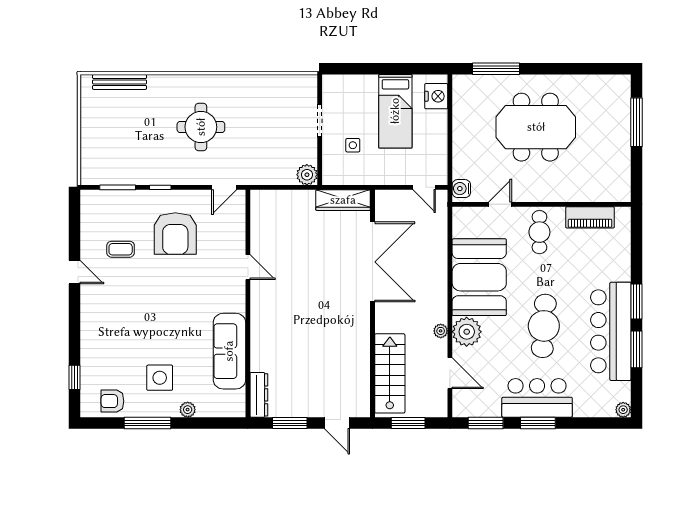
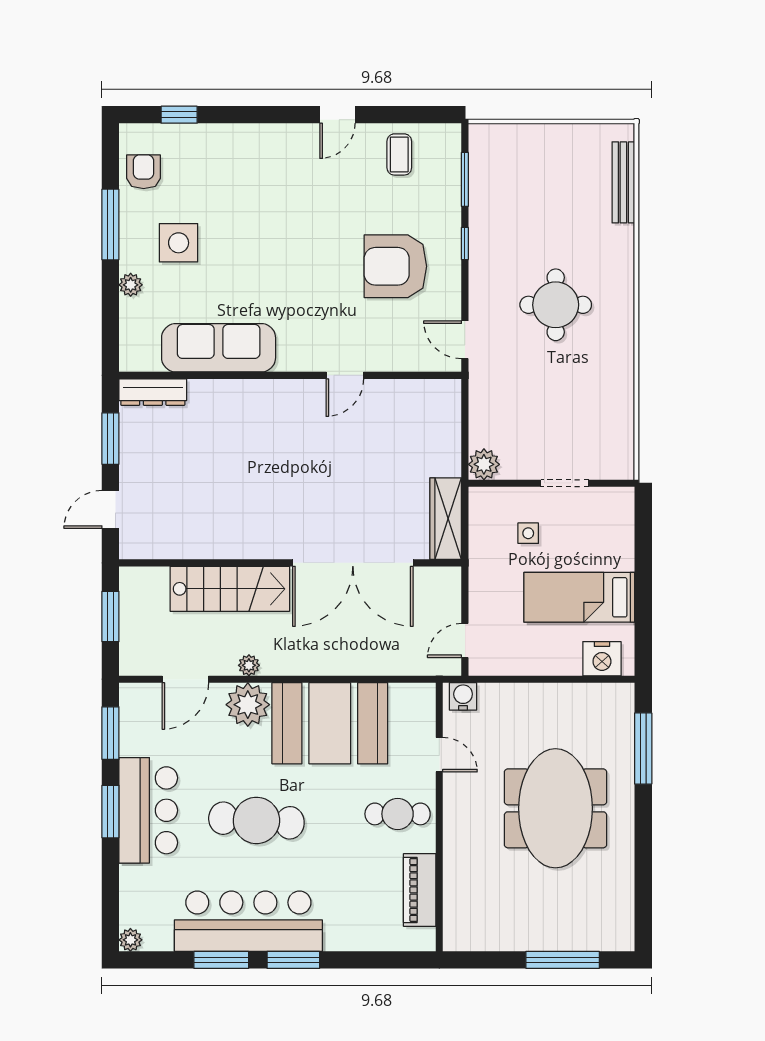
coffee table: (121, 249) -> (399, 154), moved
stairs: (390, 373) -> (230, 589), moved

